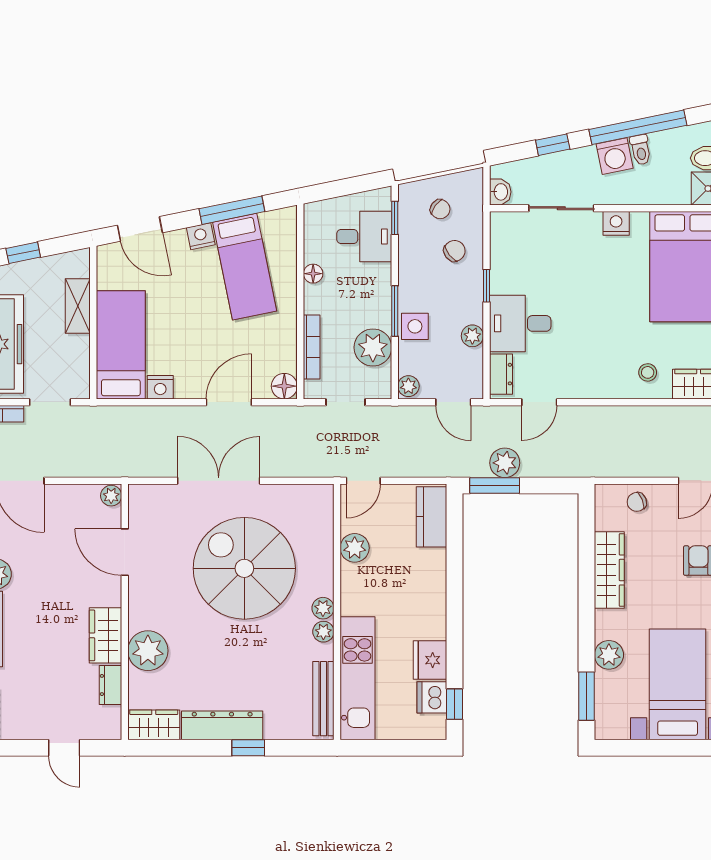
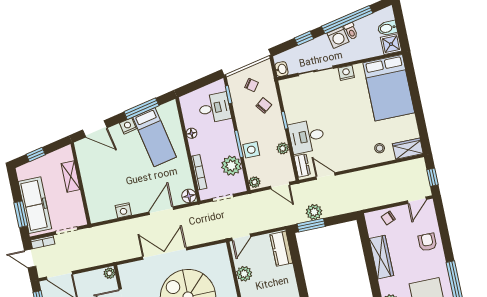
bed: (121, 345) -> (98, 192), removed
door: (539, 402) -> (326, 176), swing flipped

